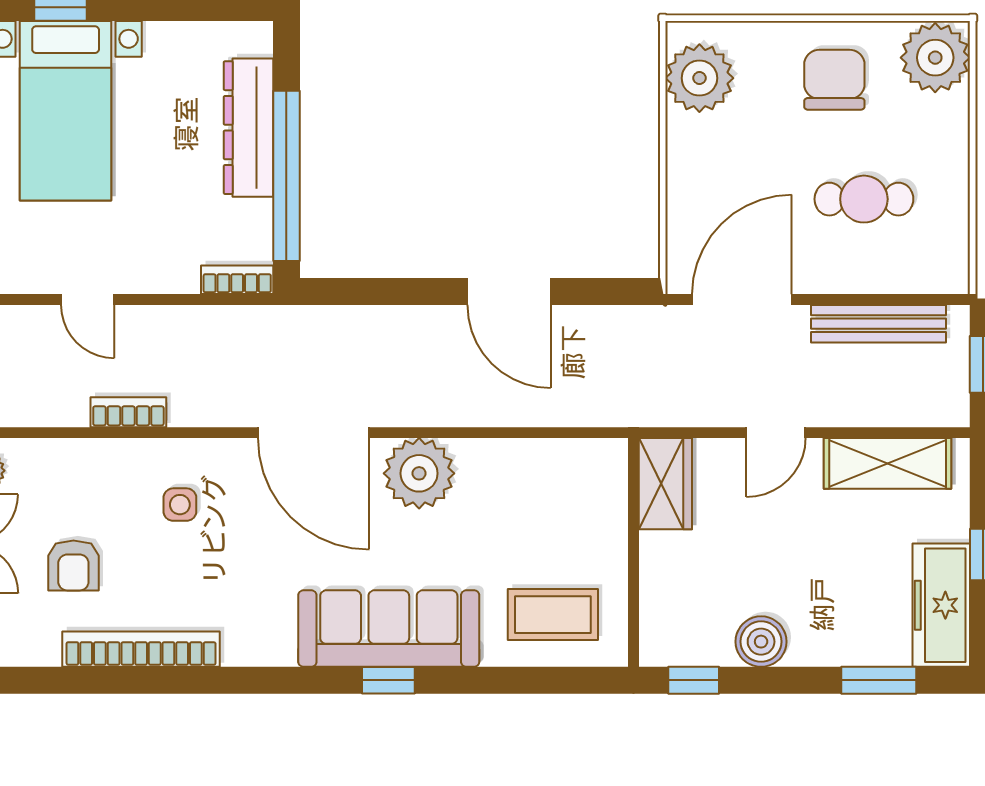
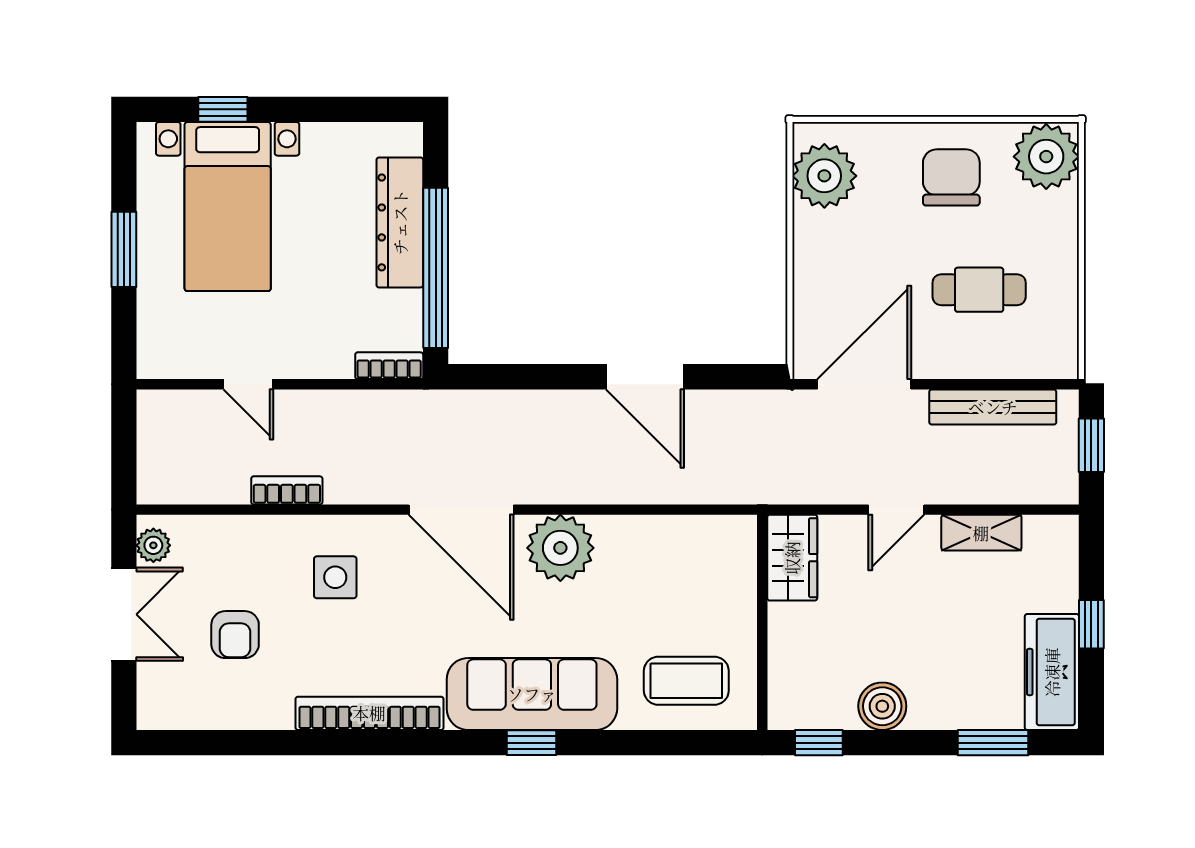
shelving: (888, 463) -> (981, 533), width x0.67, depth x0.75
side table: (180, 505) -> (335, 577), width x1.37, depth x1.37
bookcase: (141, 649) -> (369, 713), moved

